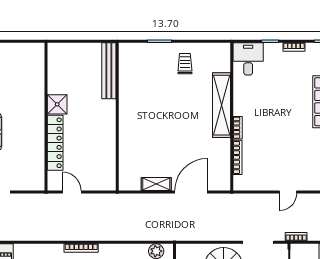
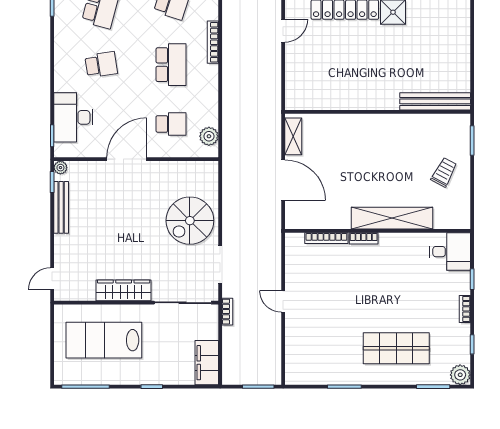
trolley: (185, 64) -> (444, 172), turned -62
bench: (109, 71) -> (435, 101), moved
wall: (117, 117) -> (378, 112), moved

